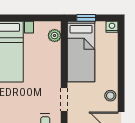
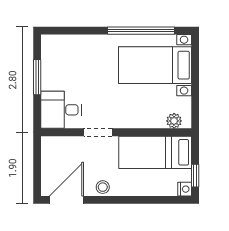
window: (86, 18) -> (195, 176), moved

